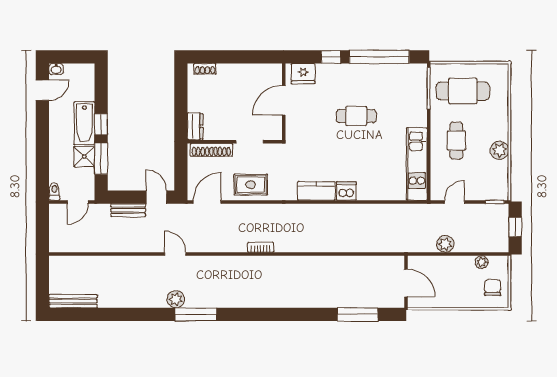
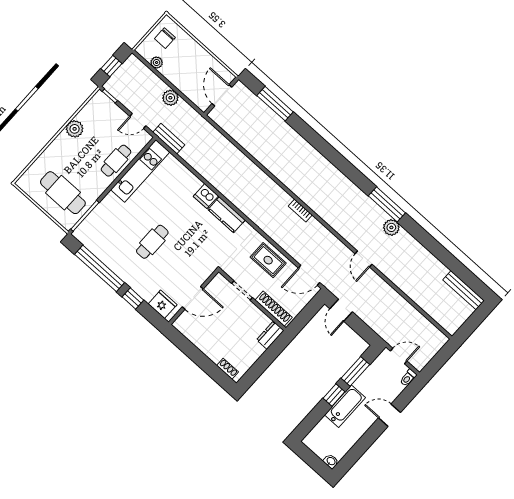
door: (42, 90) -> (390, 415), moved
cafe table: (356, 116) -> (152, 242), turned 90
cafe table: (456, 141) -> (116, 161), moved
shower: (84, 156) -> (366, 383), removed
bench: (128, 210) -> (169, 139), moved

